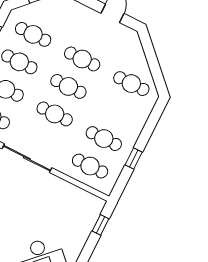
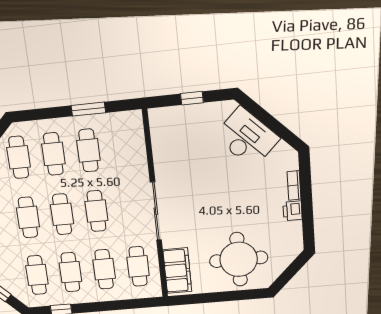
window: (134, 159) -> (88, 109), width x1.50
cafe table: (90, 166) -> (53, 154), moved
window: (100, 225) -> (192, 98), moved

